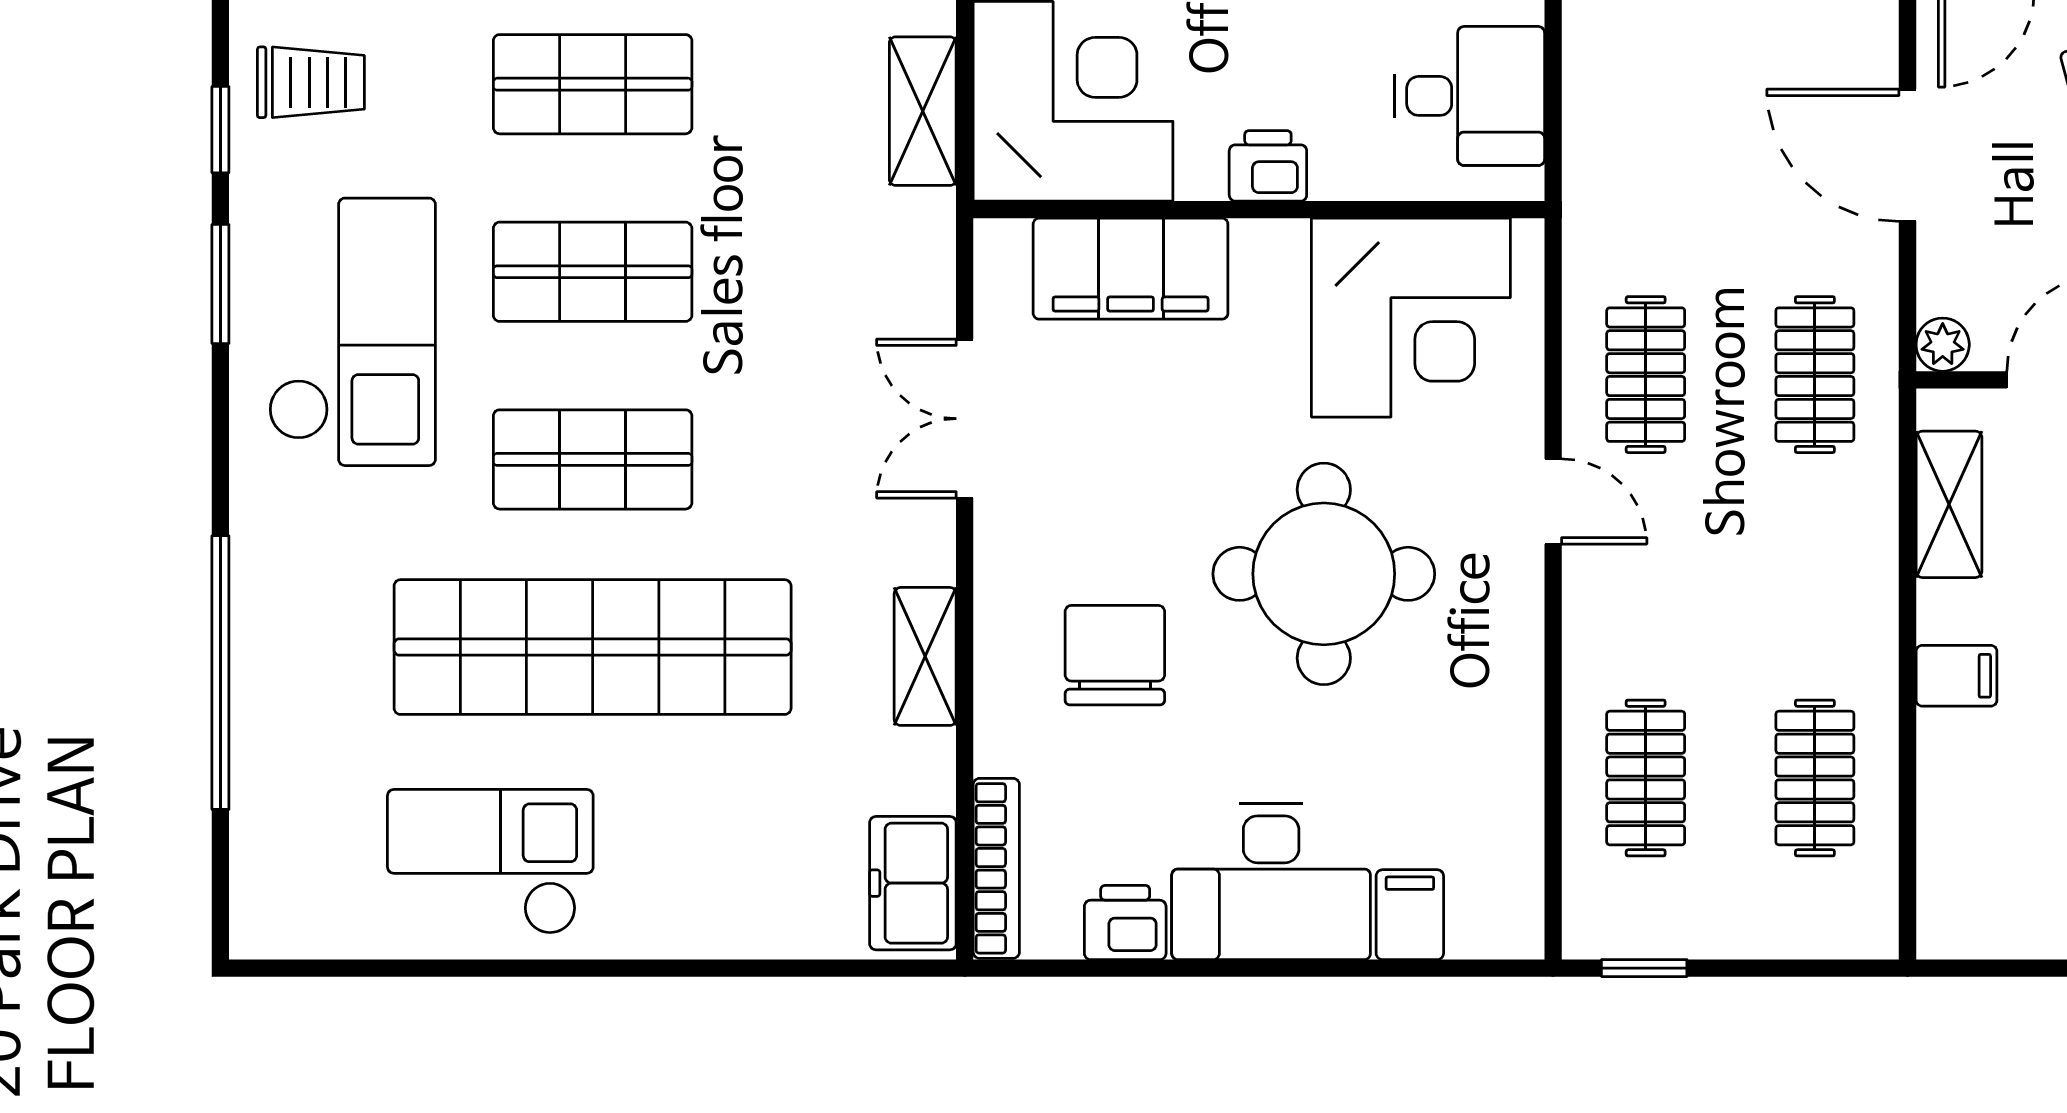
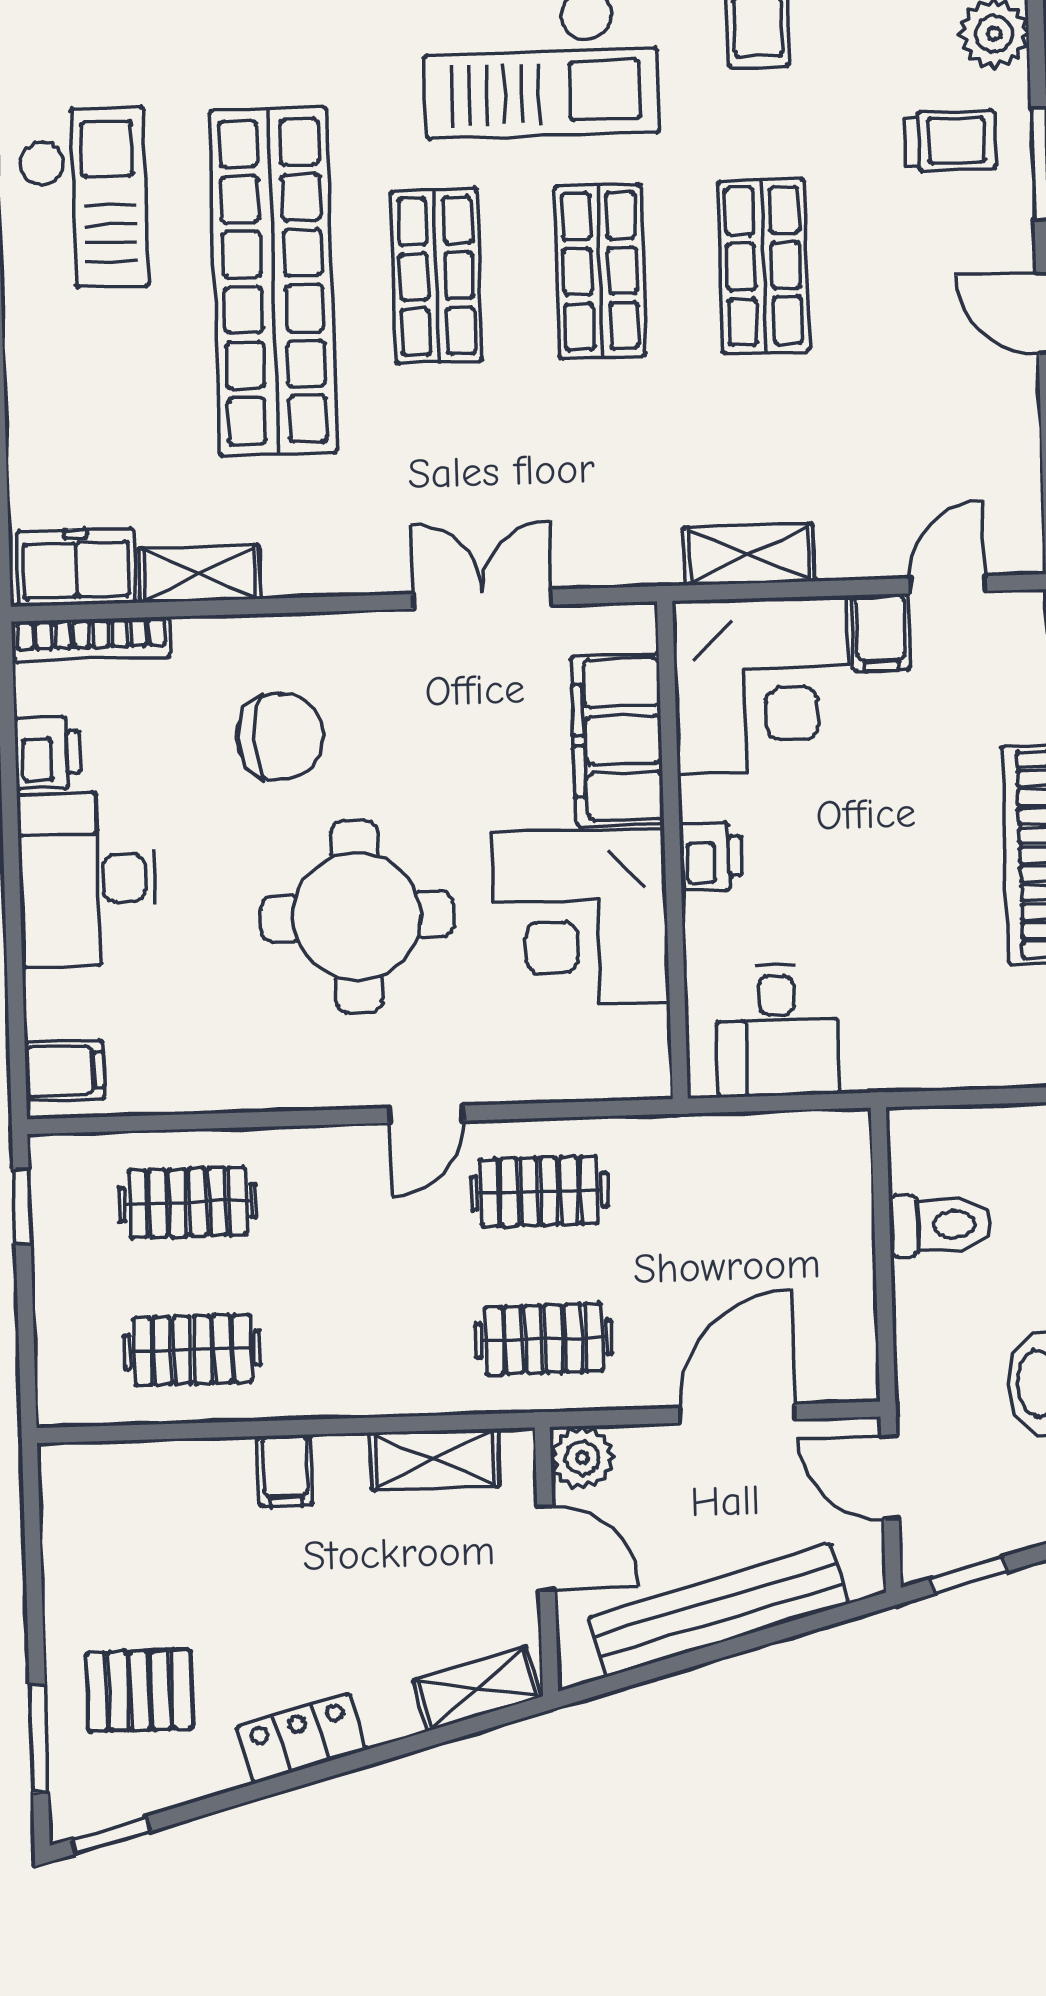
corner desk: (1411, 318) -> (580, 918), moved
plant: (1943, 345) -> (582, 1458), width x1.38, depth x1.38
shelving: (925, 656) -> (200, 574), moved
filing cabinet: (1410, 915) -> (64, 1071), moved

